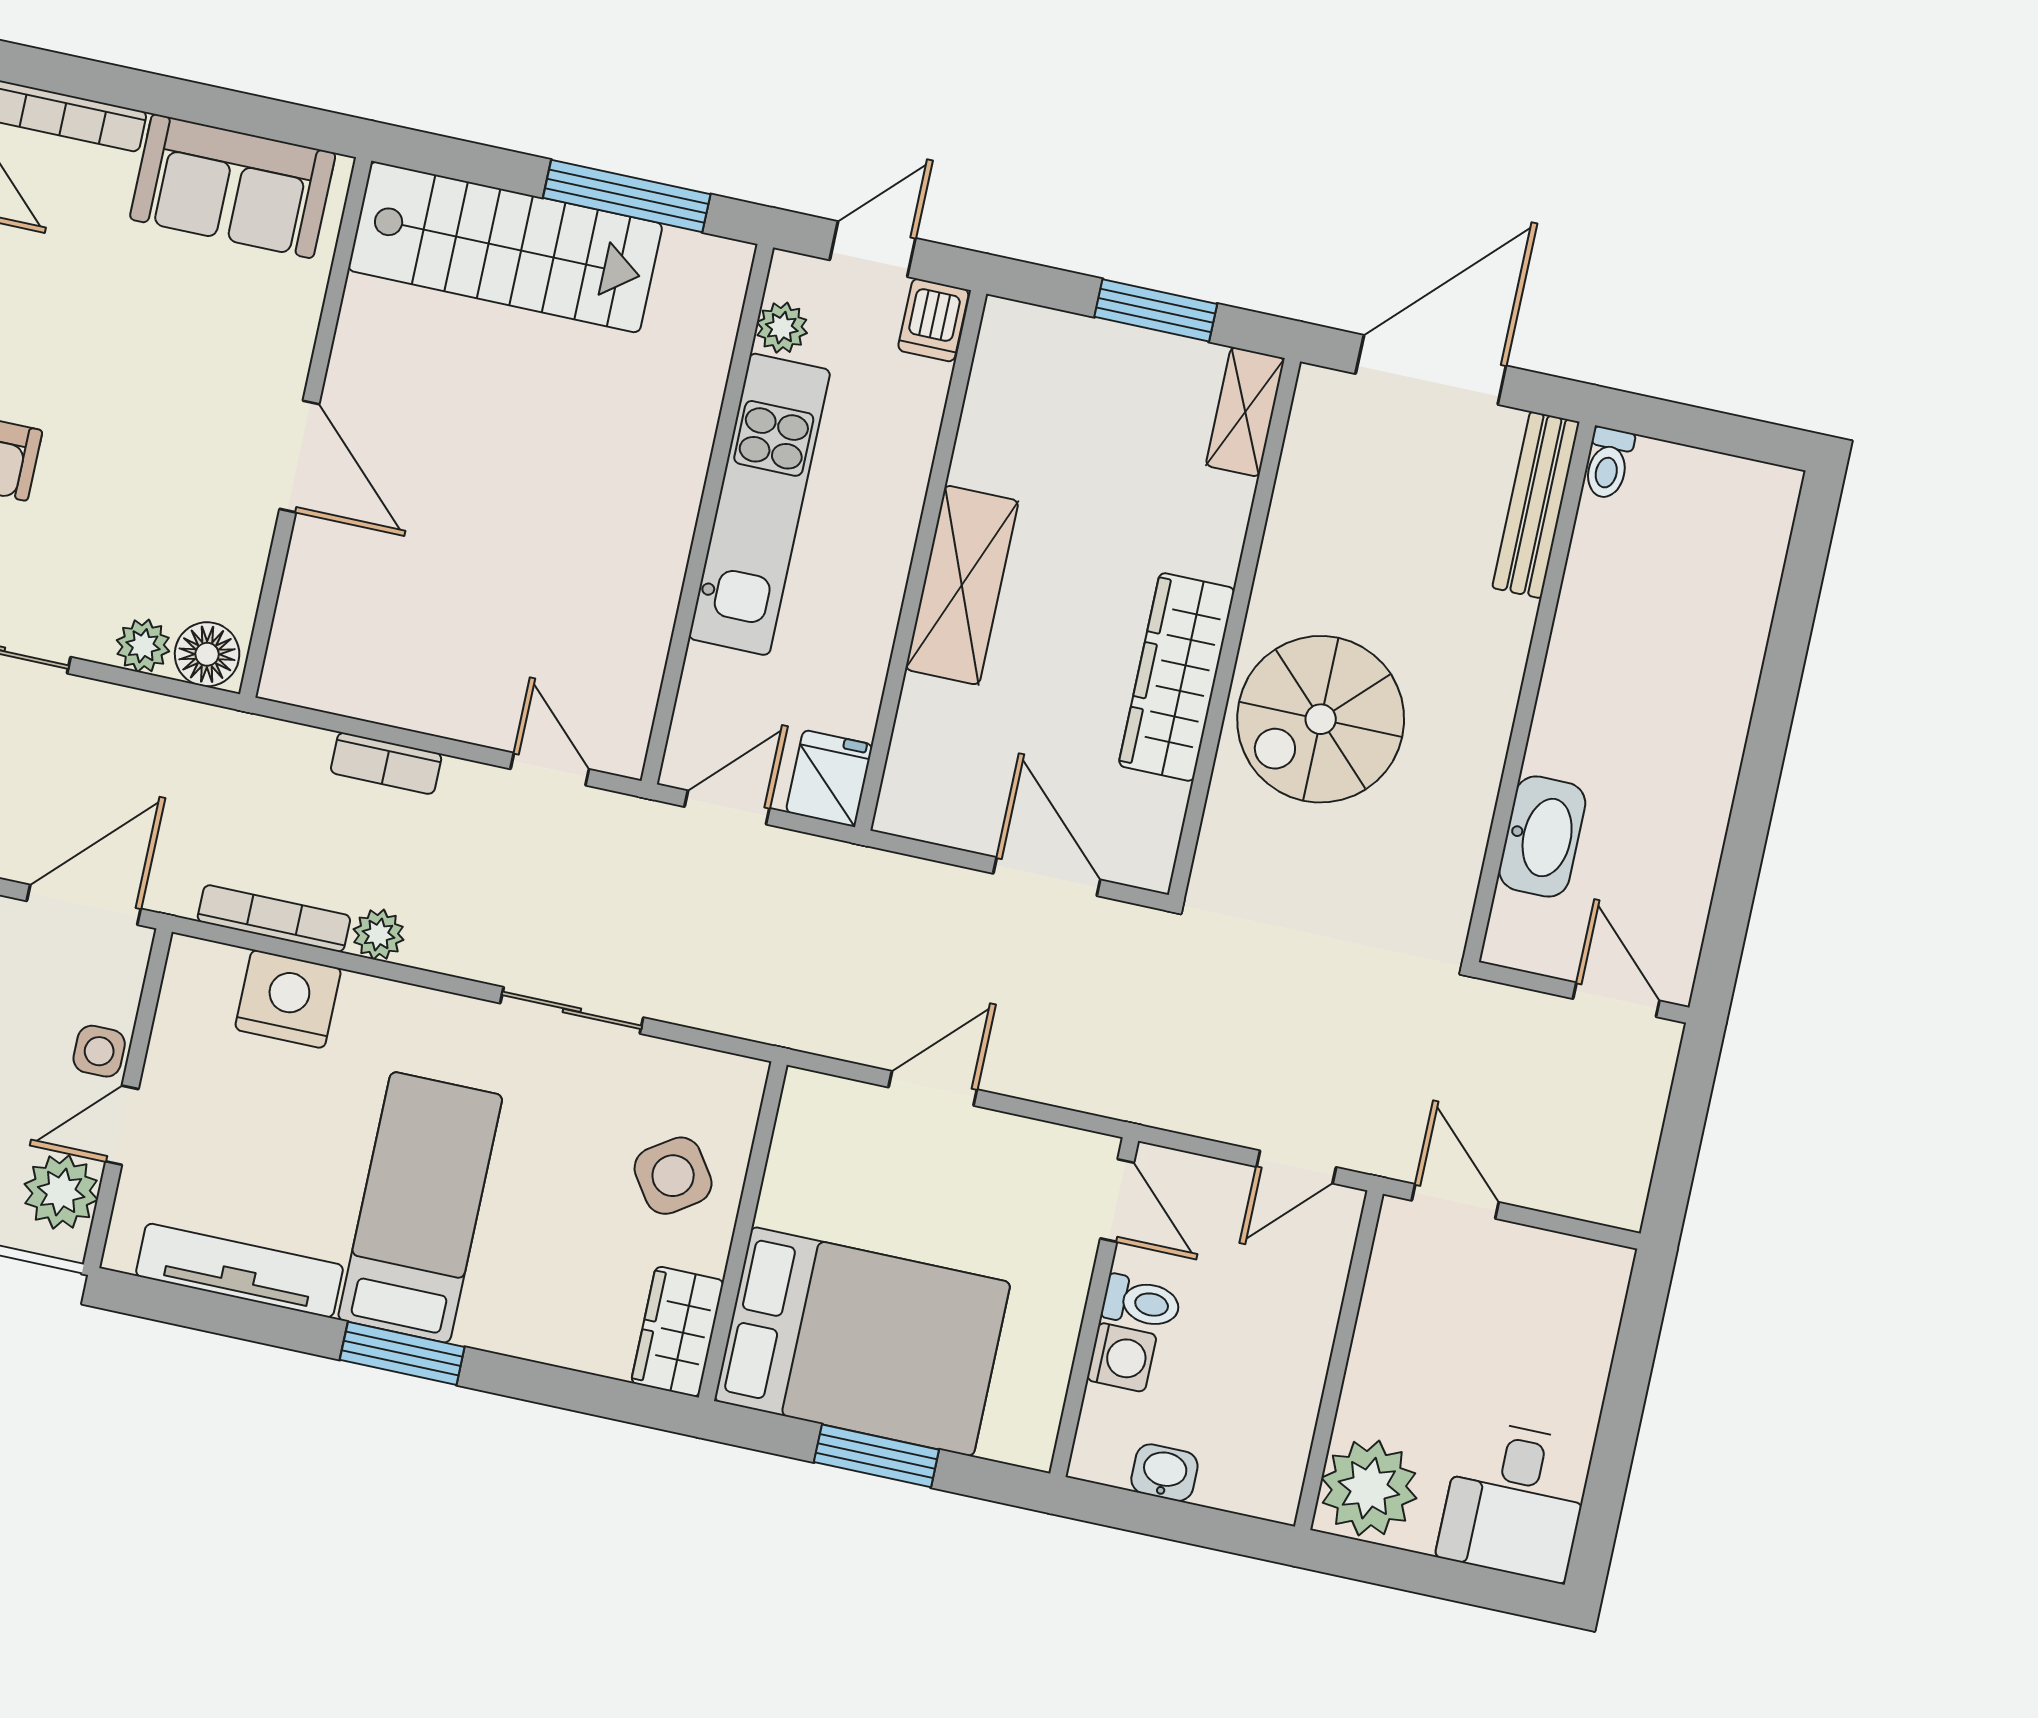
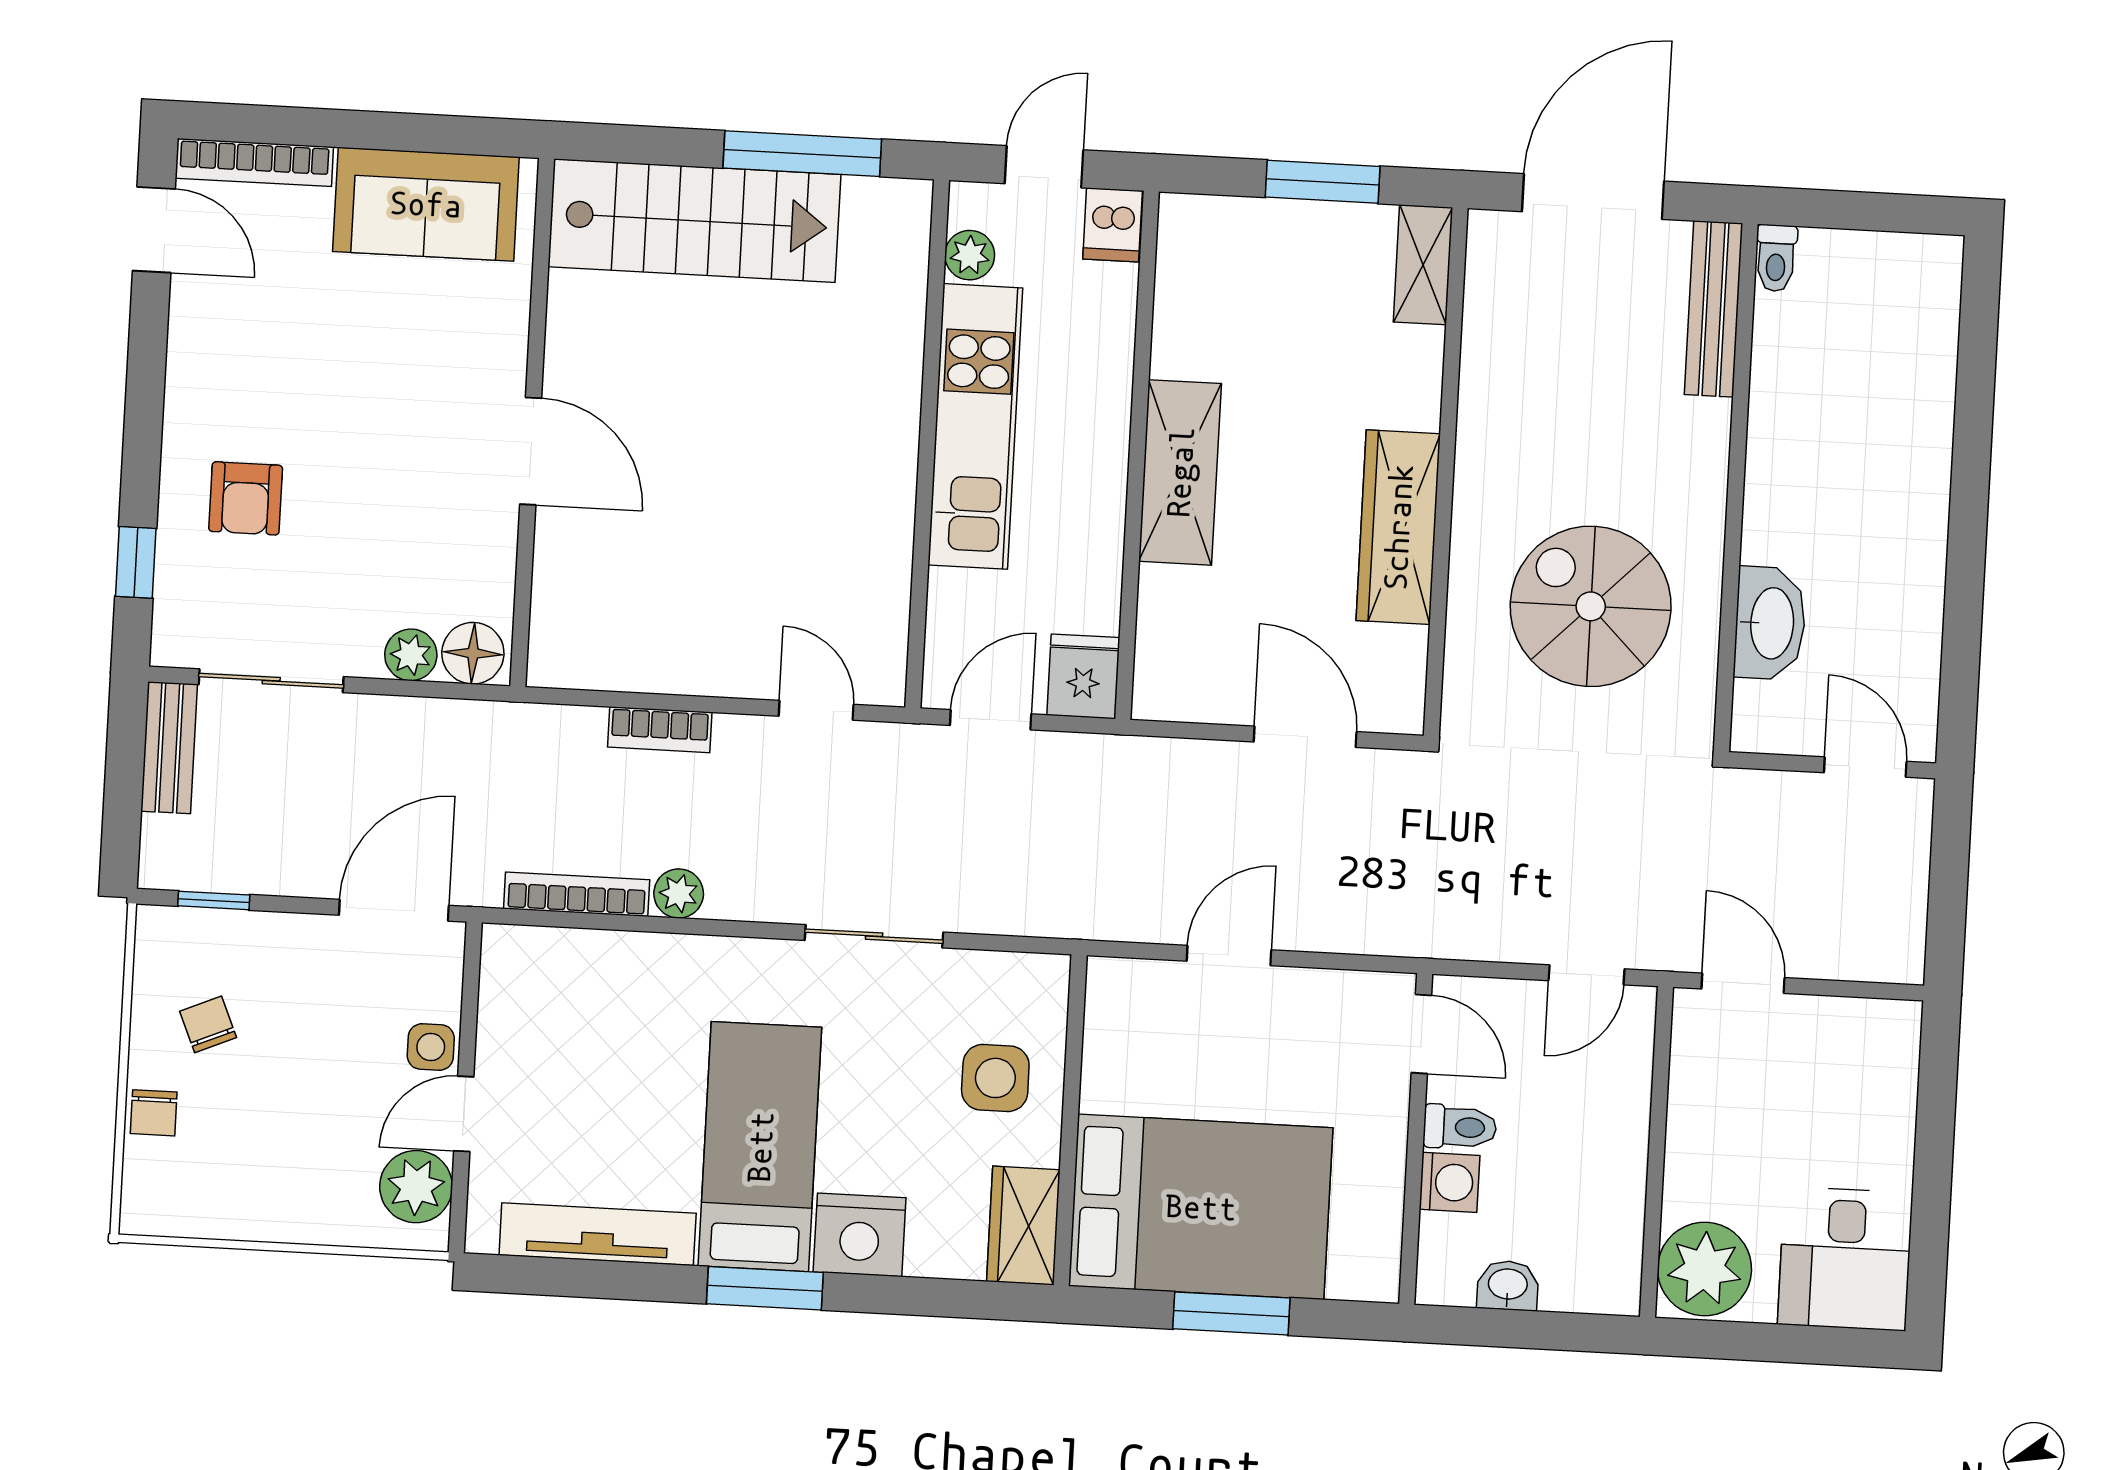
spiral stairs: (1321, 719) -> (1591, 606), moved, turned 90
nightstand: (288, 999) -> (860, 1235), moved, turned 180
side table: (673, 1176) -> (995, 1078), turned 34

